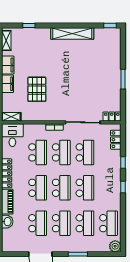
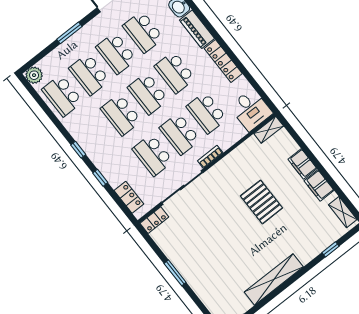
pallet: (37, 89) -> (261, 202), moved

